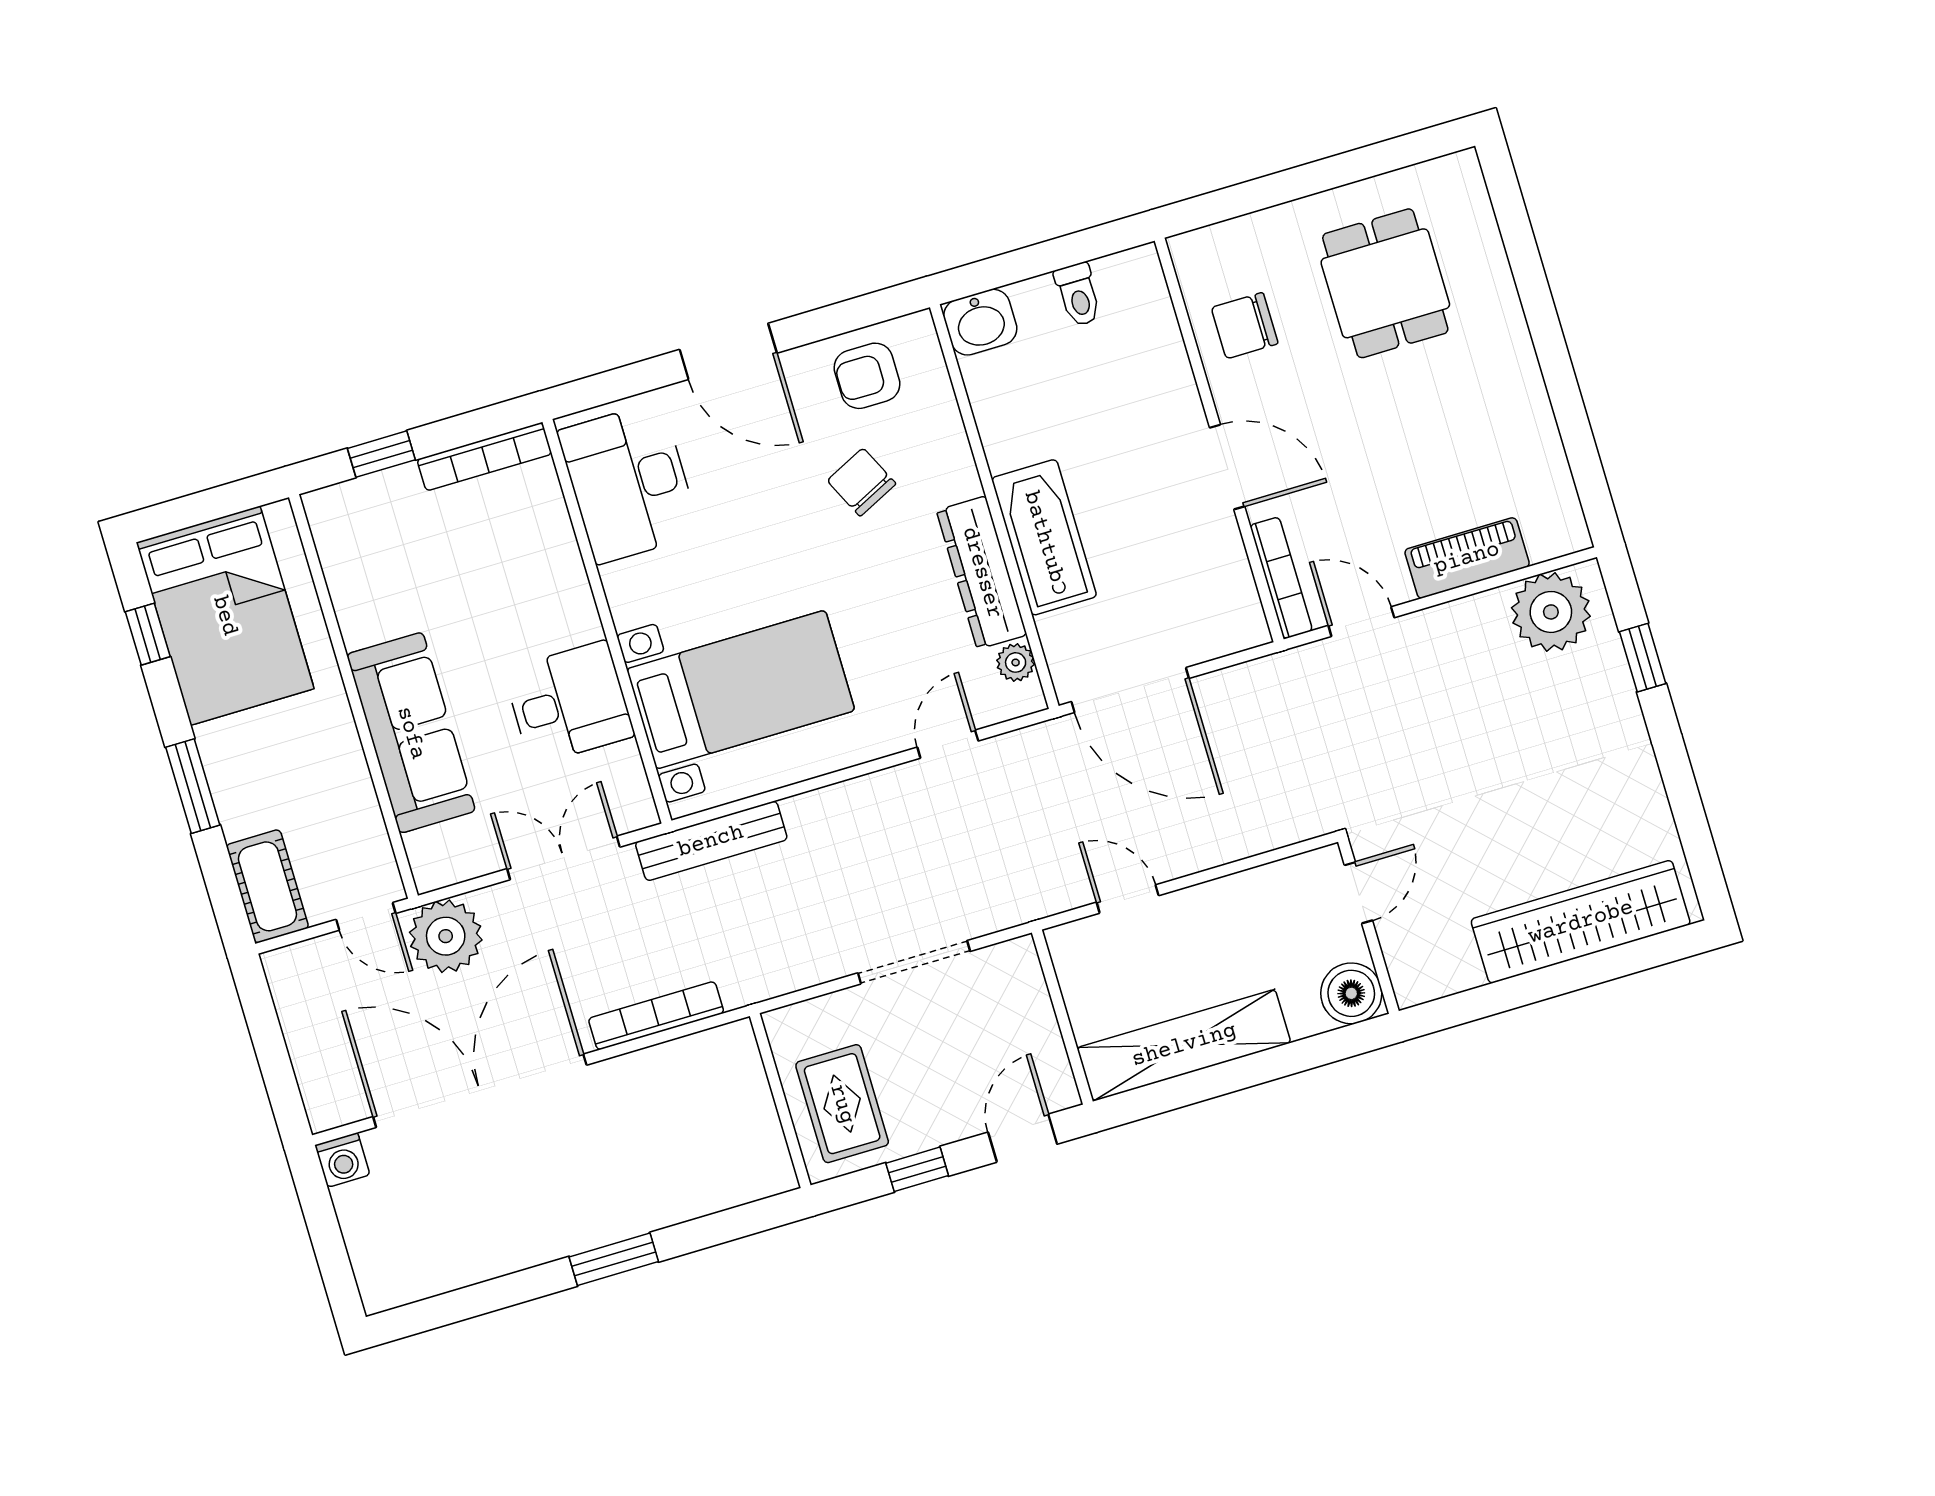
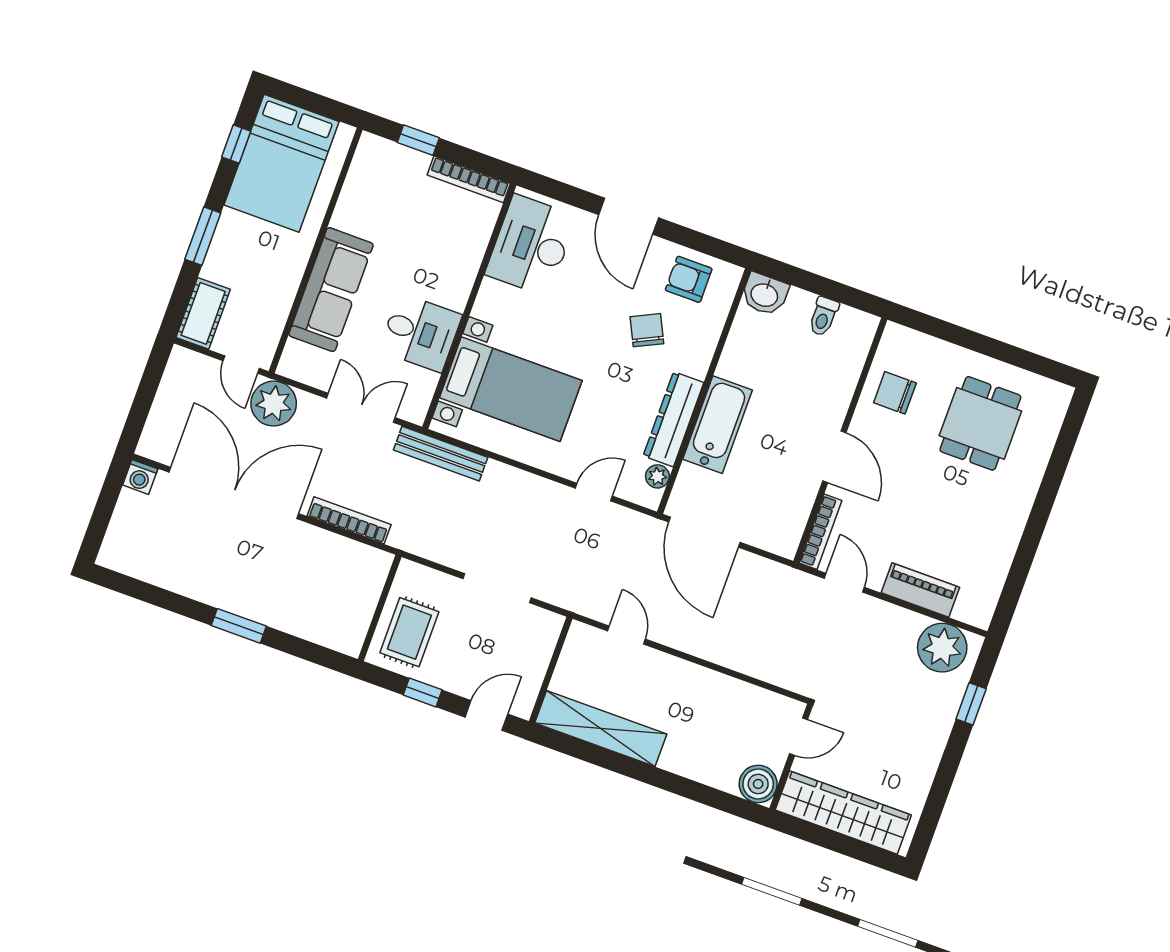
door: (1358, 893) -> (799, 737), moved
wall: (1368, 926) -> (791, 757), moved
boiler: (1351, 993) -> (758, 784), moved

